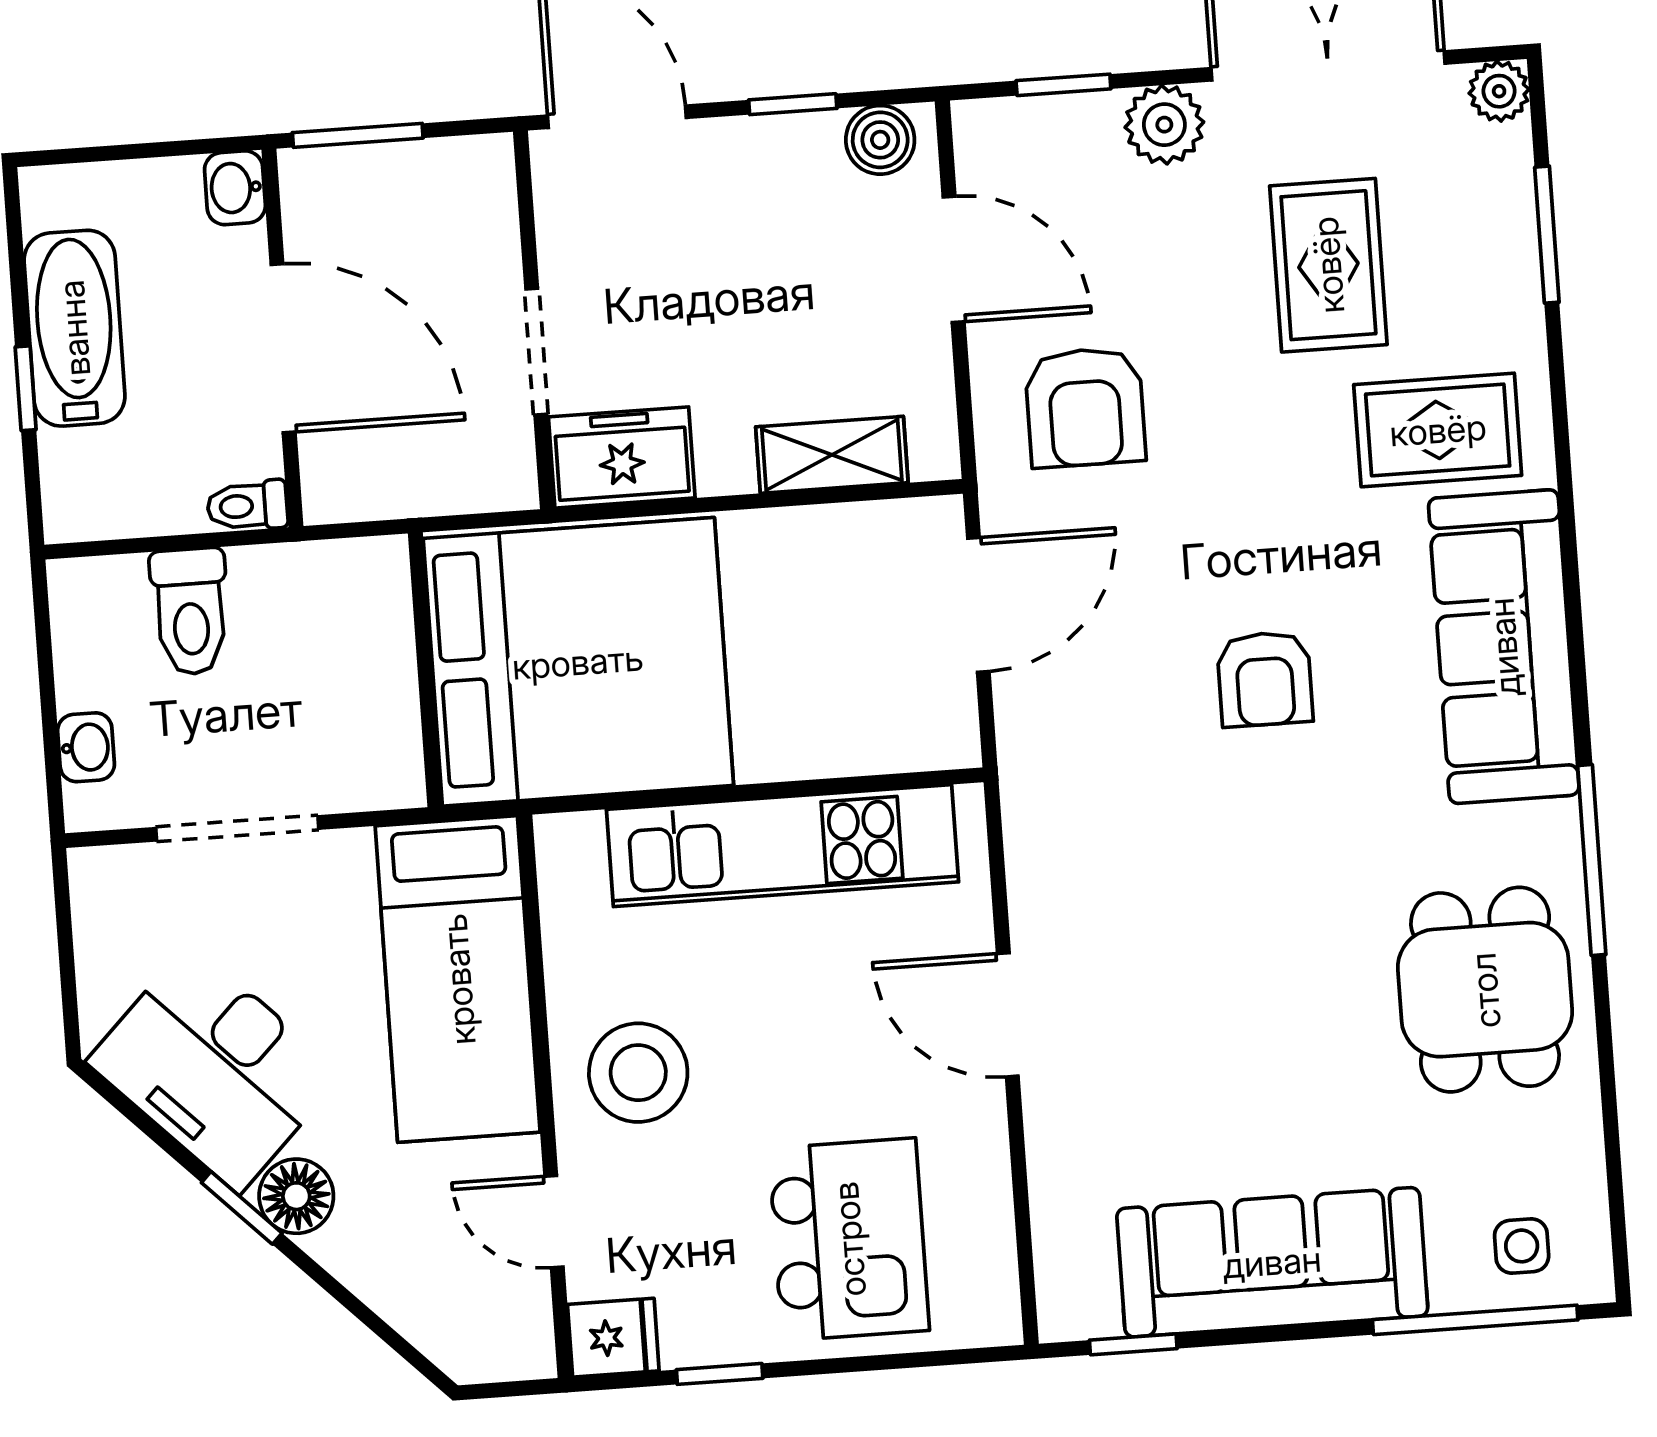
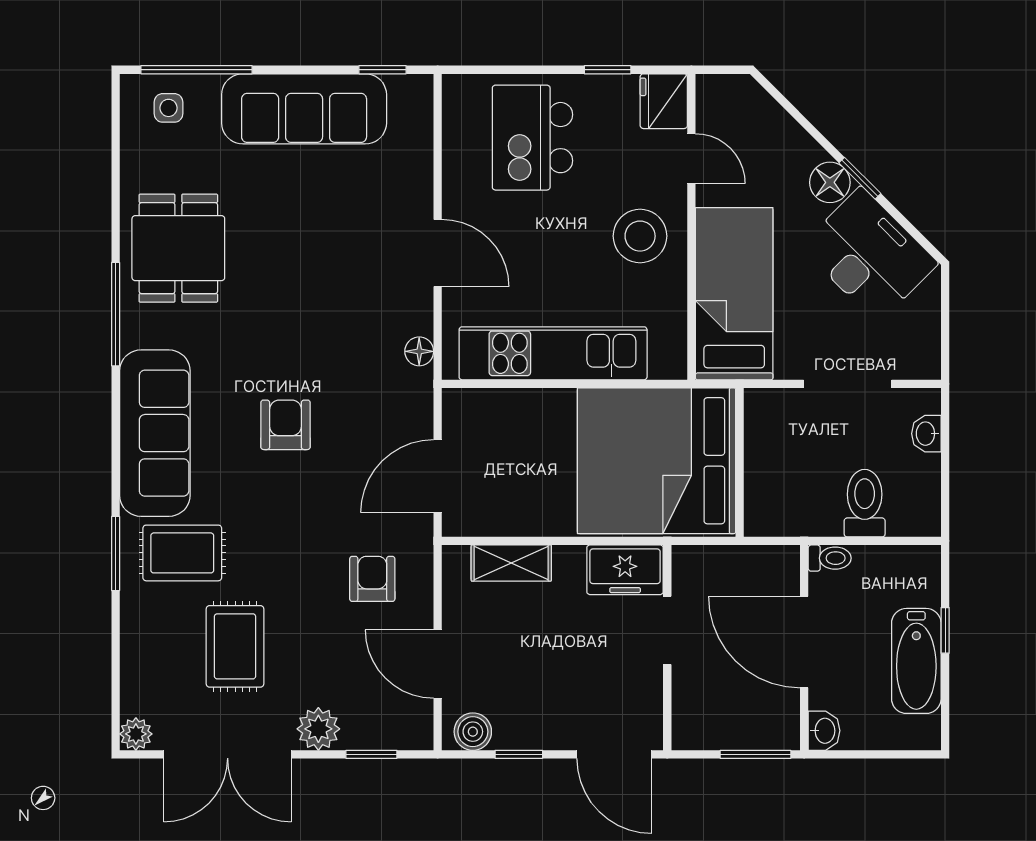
window: (1547, 235) -> (116, 554), moved
armchair: (1085, 407) -> (372, 579), width x0.72, depth x0.72
floor lamp: (1029, 832) -> (419, 351), added
fridge: (613, 1338) -> (664, 101), width x1.38

